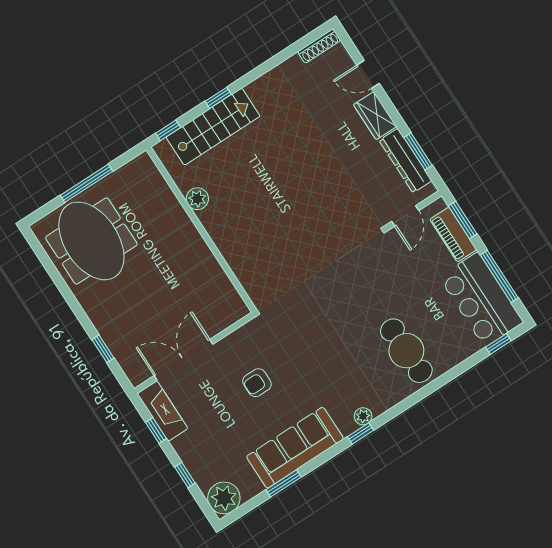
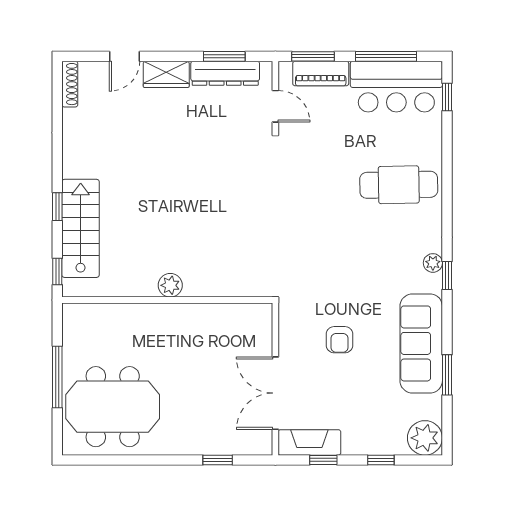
plant: (197, 199) -> (170, 285), moved

